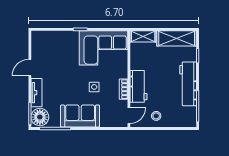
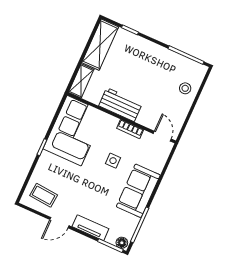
coffee table: (45, 47) -> (44, 195), added
door: (30, 68) -> (59, 223), hinge flipped
workbench: (188, 84) -> (156, 54), removed
workbench: (139, 86) -> (121, 105), moved
stool: (156, 116) -> (185, 88), moved
floor lamp: (40, 117) -> (122, 243), width x0.53, depth x0.53

